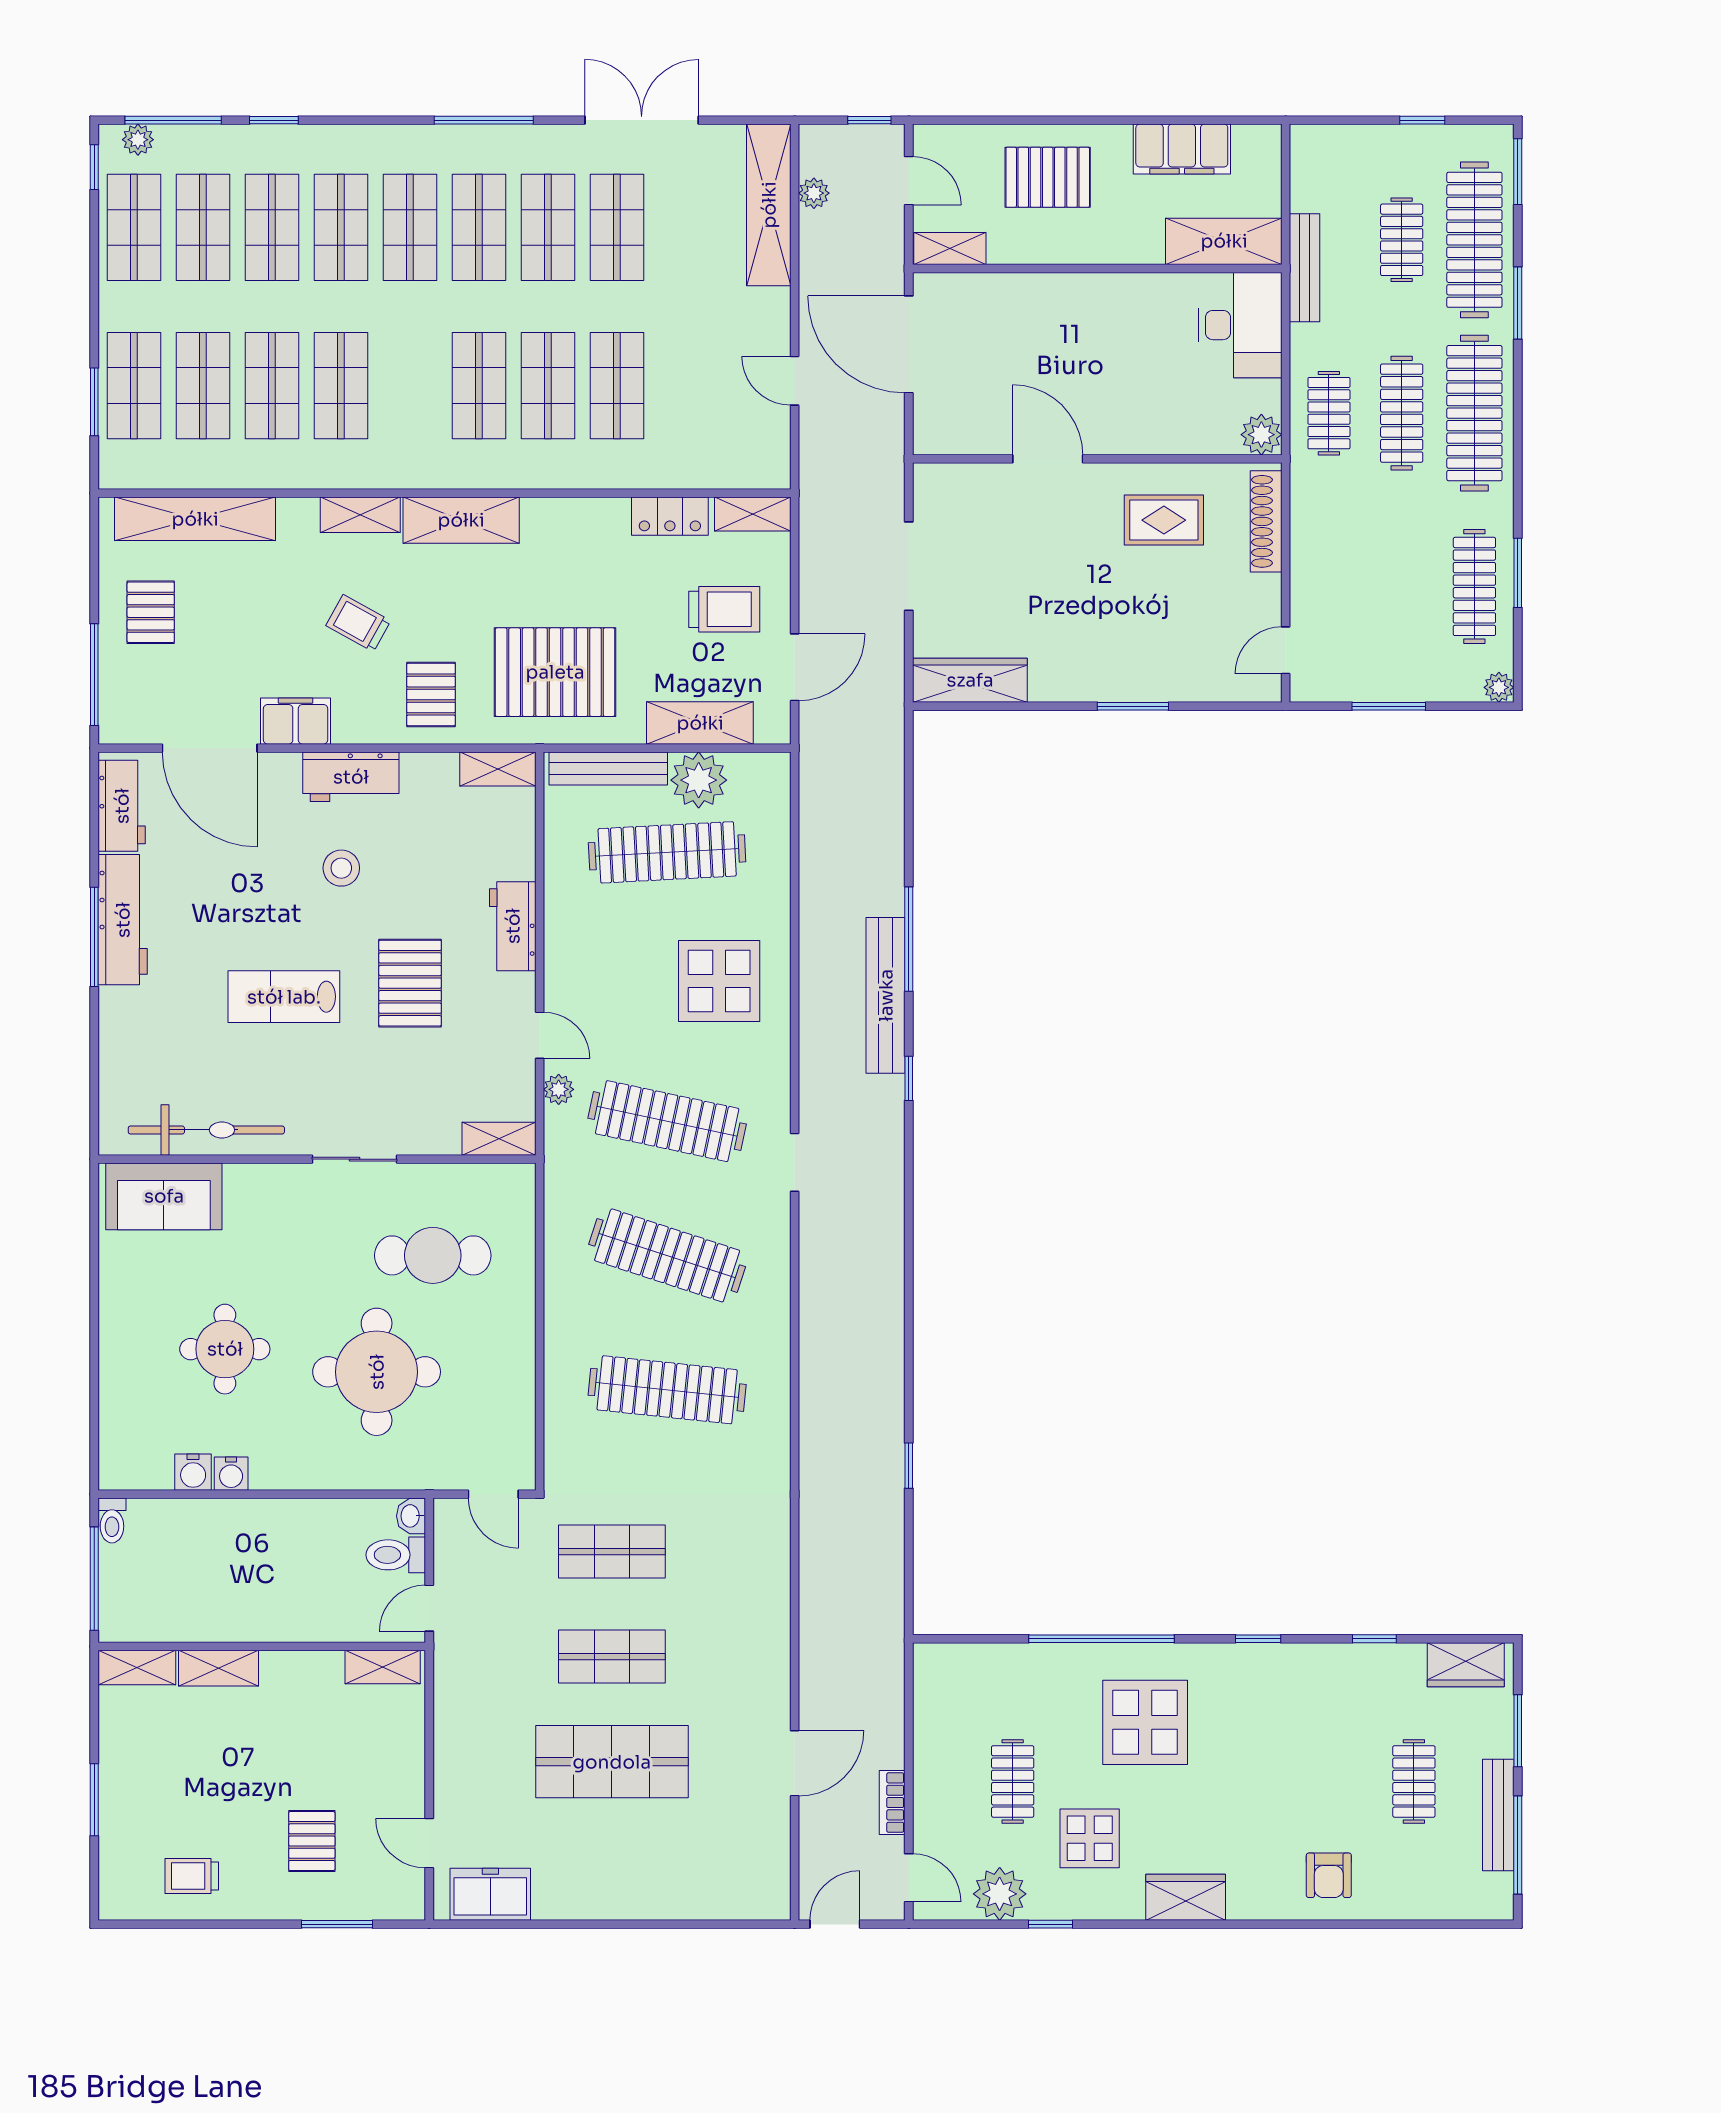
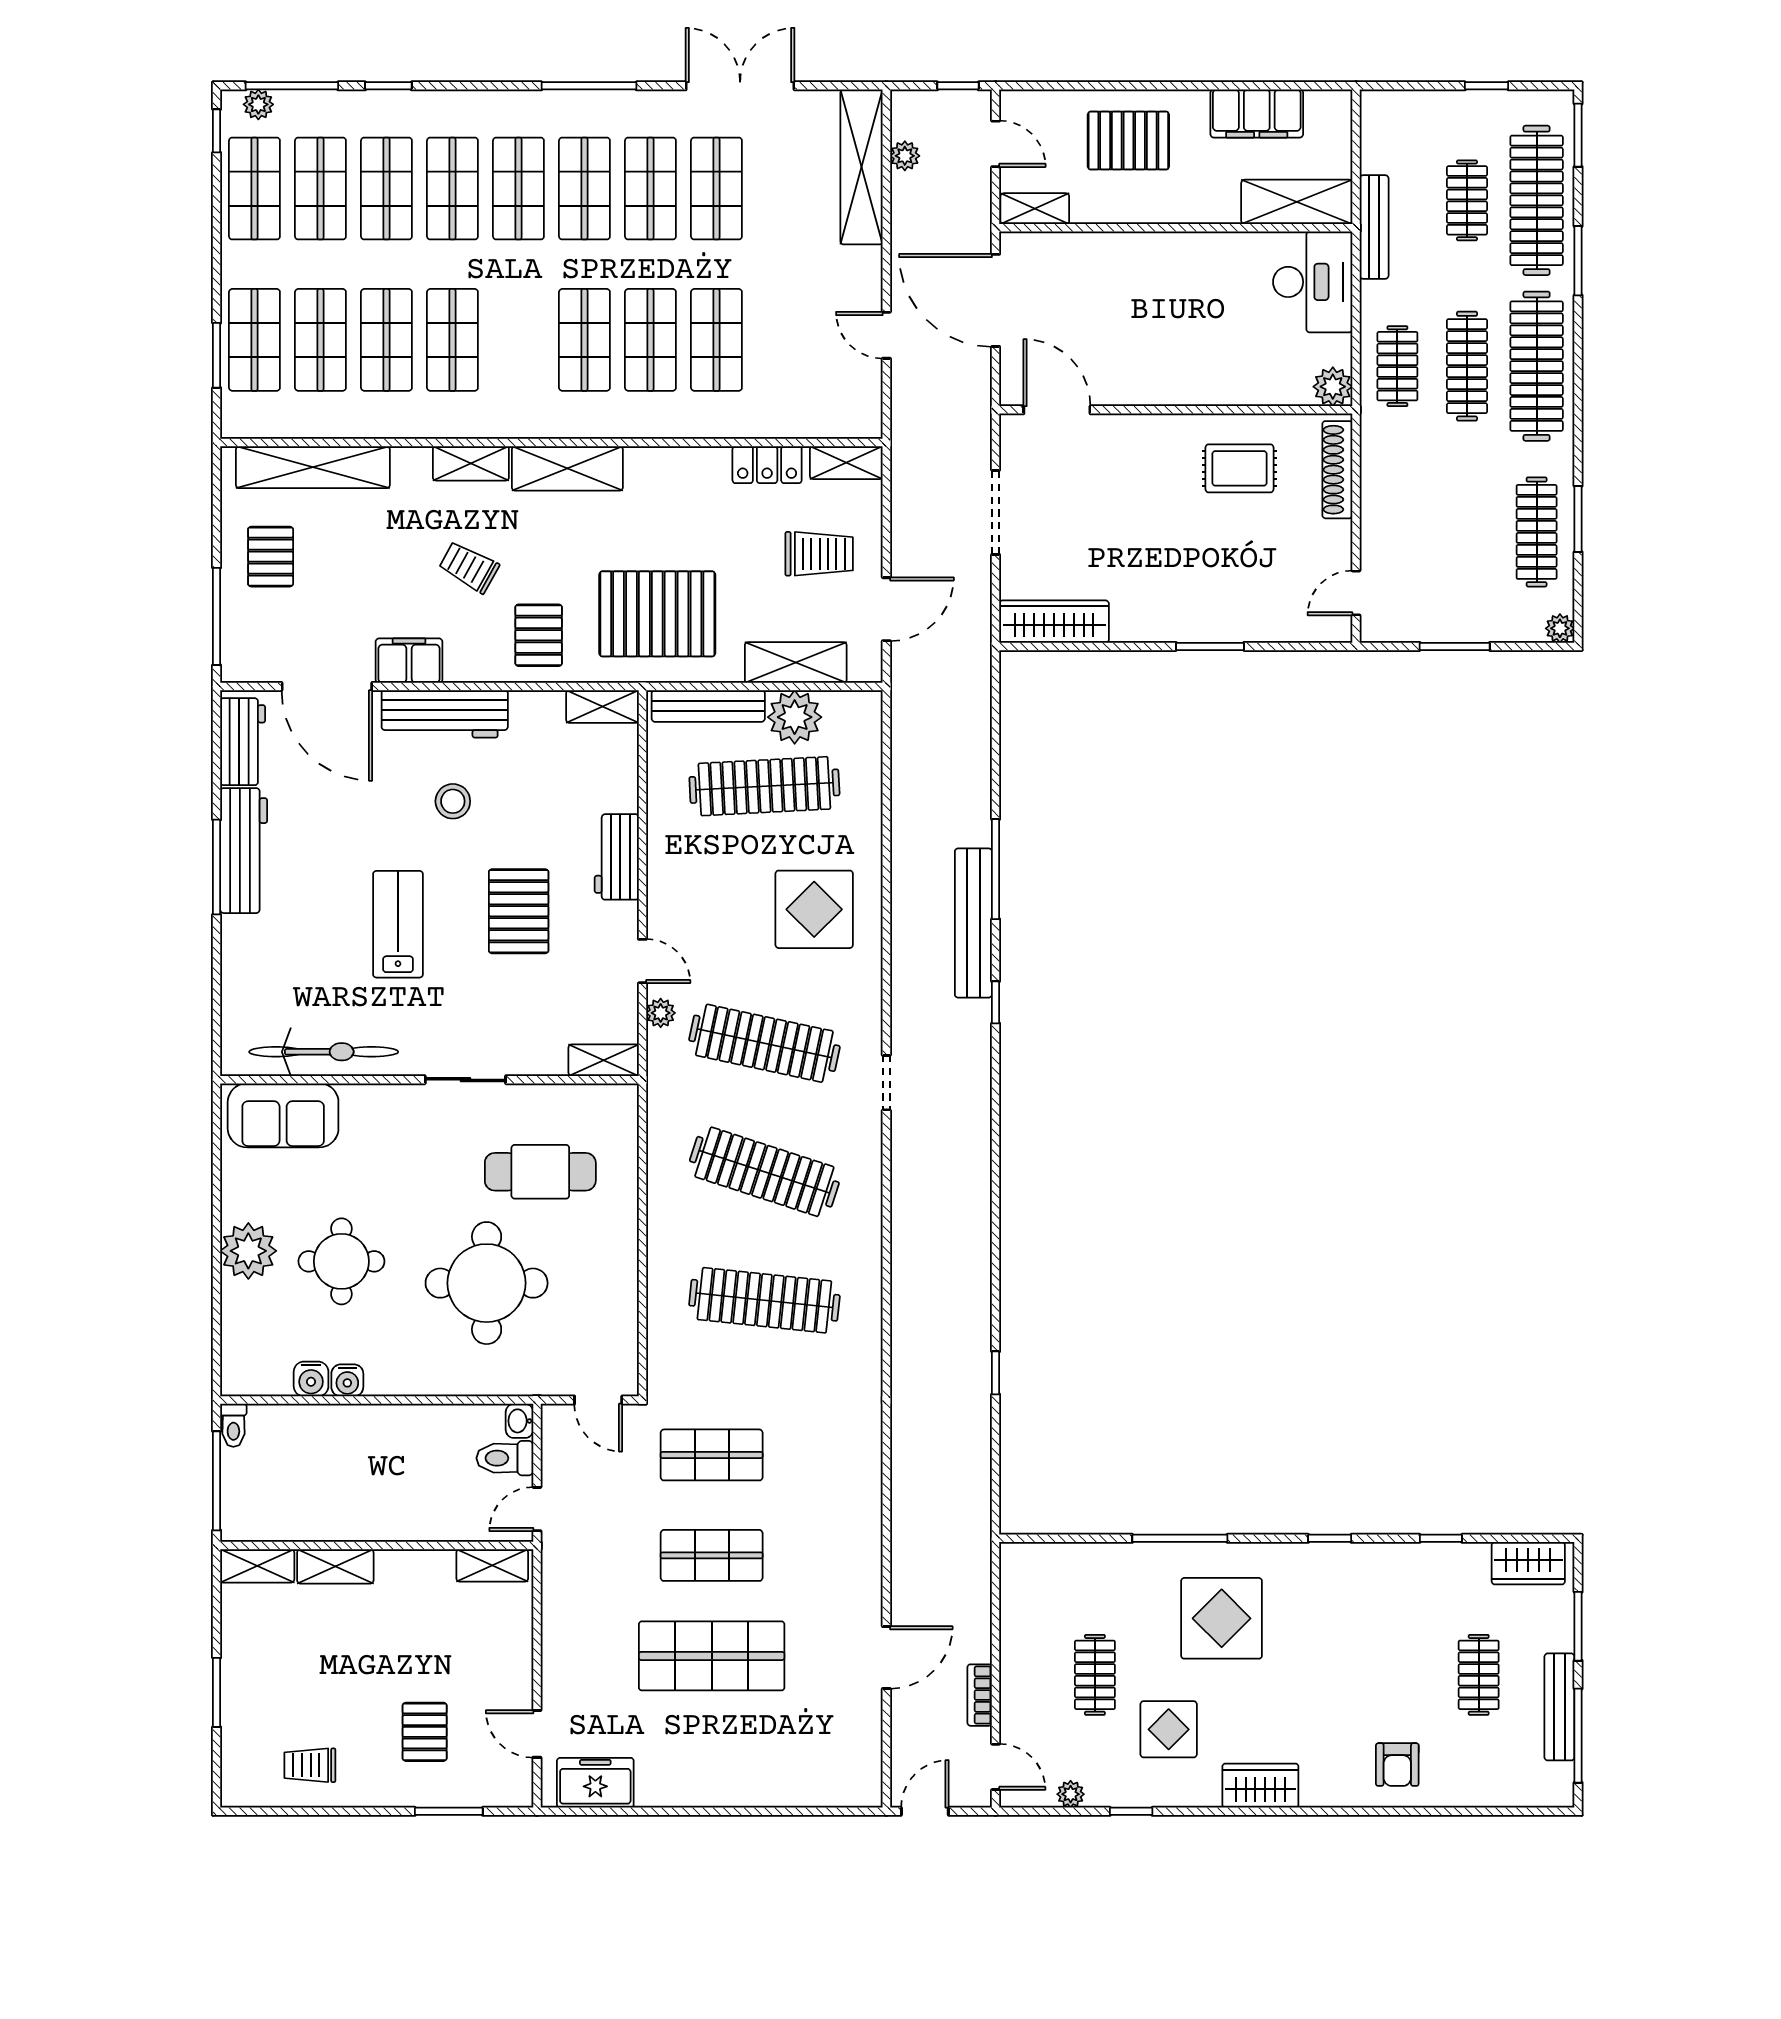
door: (1048, 459) -> (1057, 410), moved
workbench: (351, 777) -> (445, 714), width x1.38
lab bench: (284, 997) -> (398, 924), turned 90
plant: (127, 1338) -> (248, 1251), added
window: (1101, 1639) -> (1180, 1538), width x0.68
plant: (1000, 1894) -> (1071, 1794), width x0.53, depth x0.53

